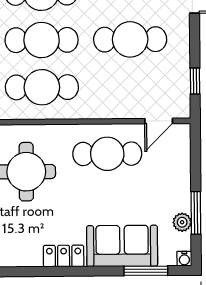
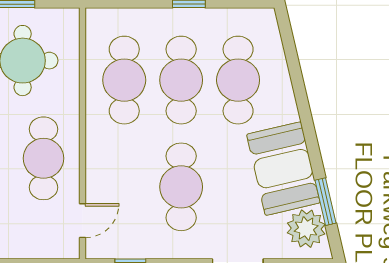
door: (159, 121) -> (83, 221), swing flipped

